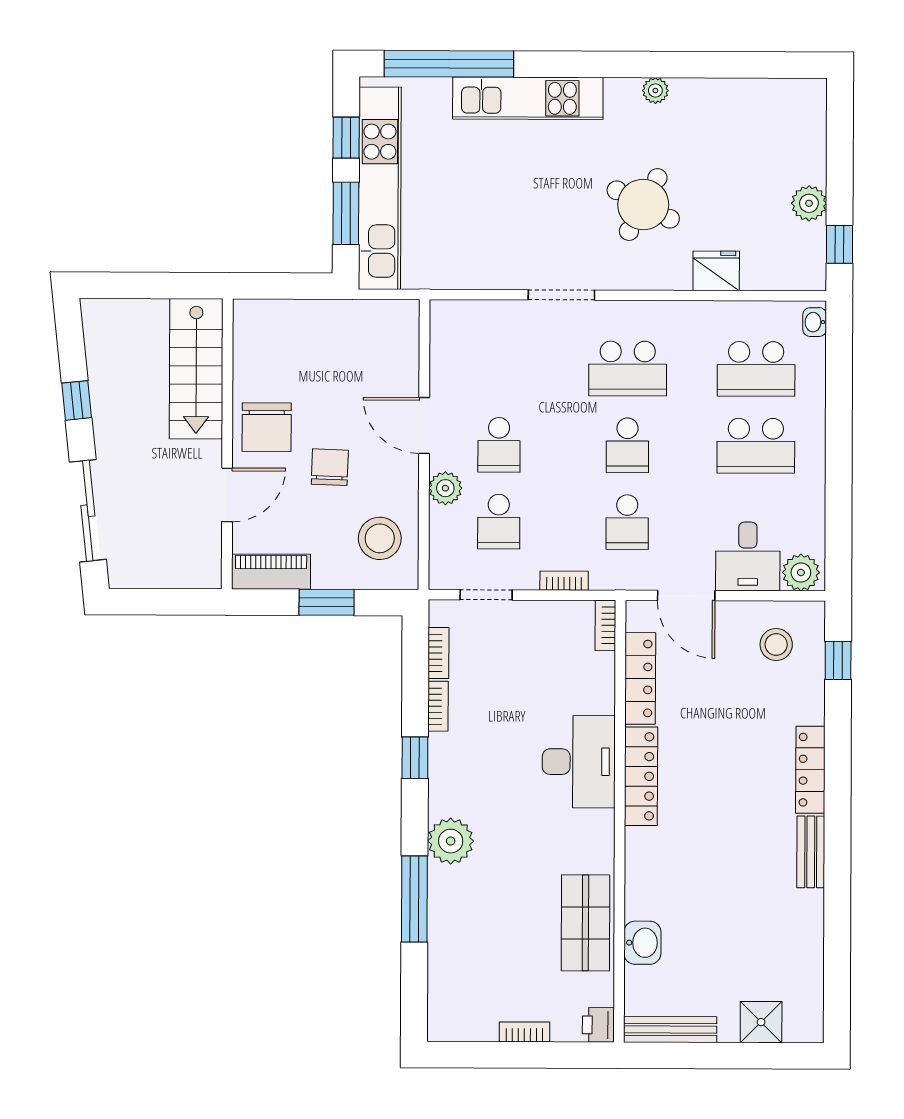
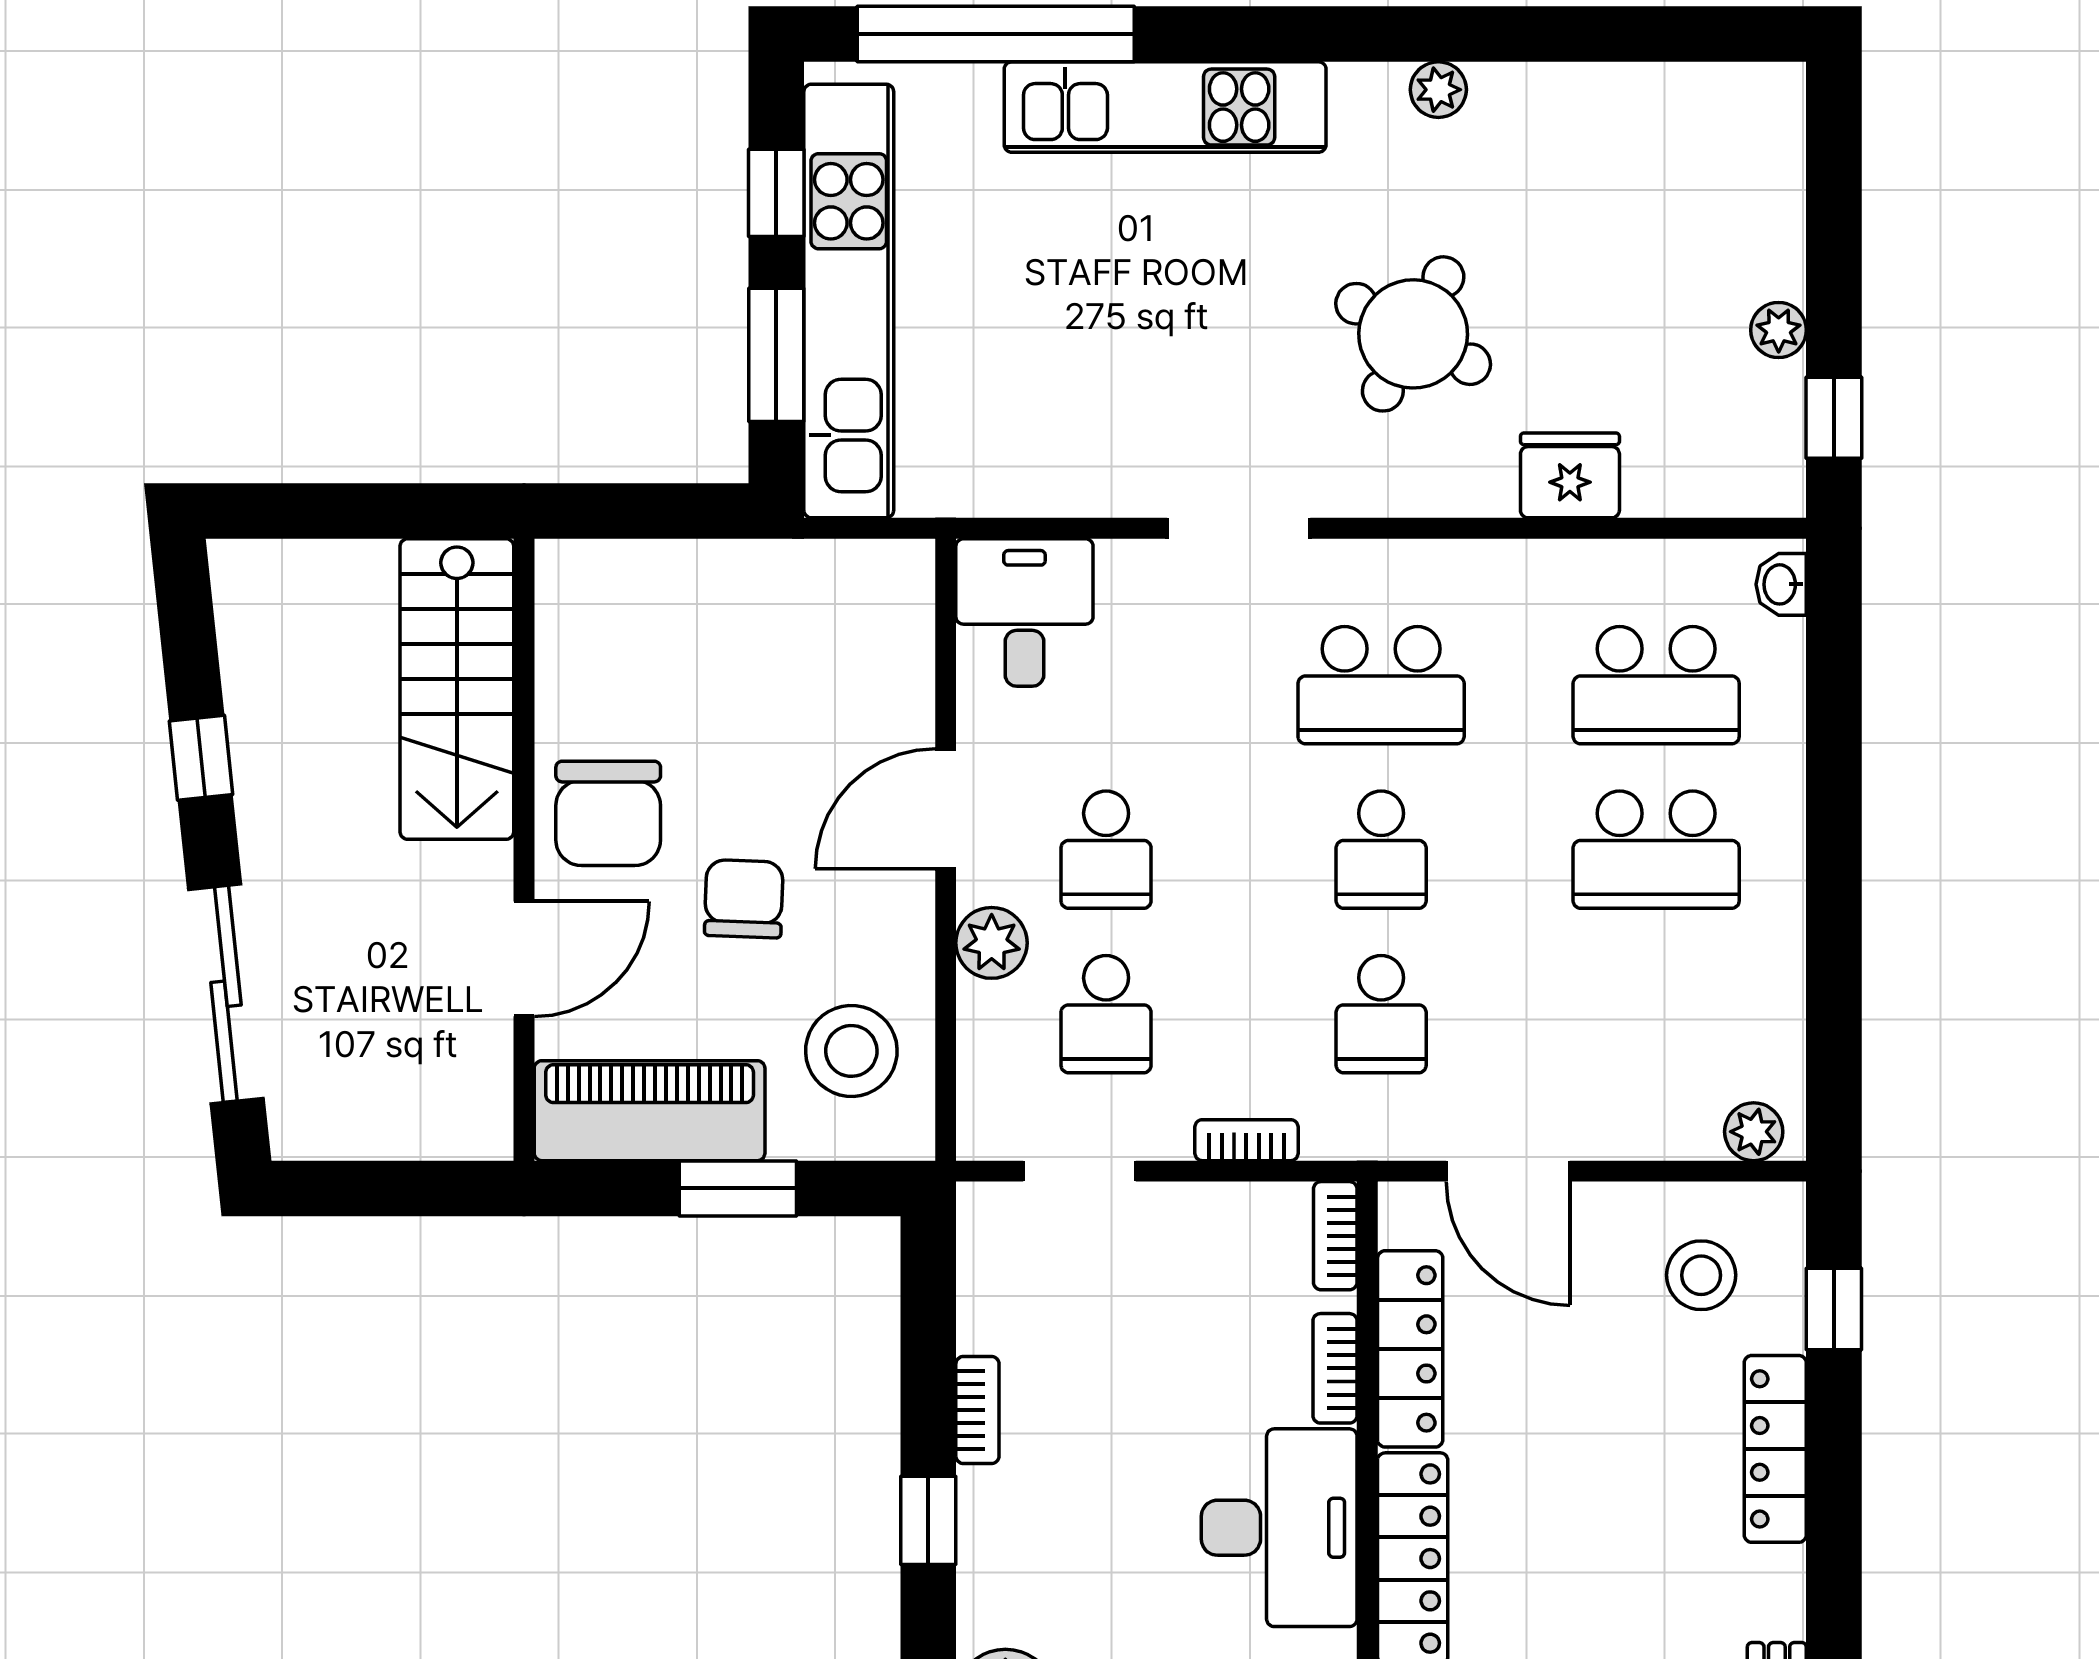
plant: (809, 203) -> (1779, 330), width x0.73, depth x0.73
door: (424, 425) -> (946, 809), hinge flipped
desk: (748, 556) -> (1024, 612), moved, turned 180
piano: (271, 572) -> (650, 1111), width x1.37, depth x1.33
plant: (801, 572) -> (1754, 1132), width x0.73, depth x0.73
bookcase: (438, 653) -> (1335, 1368), moved, turned 180
locker: (810, 770) -> (1775, 1449), moved

